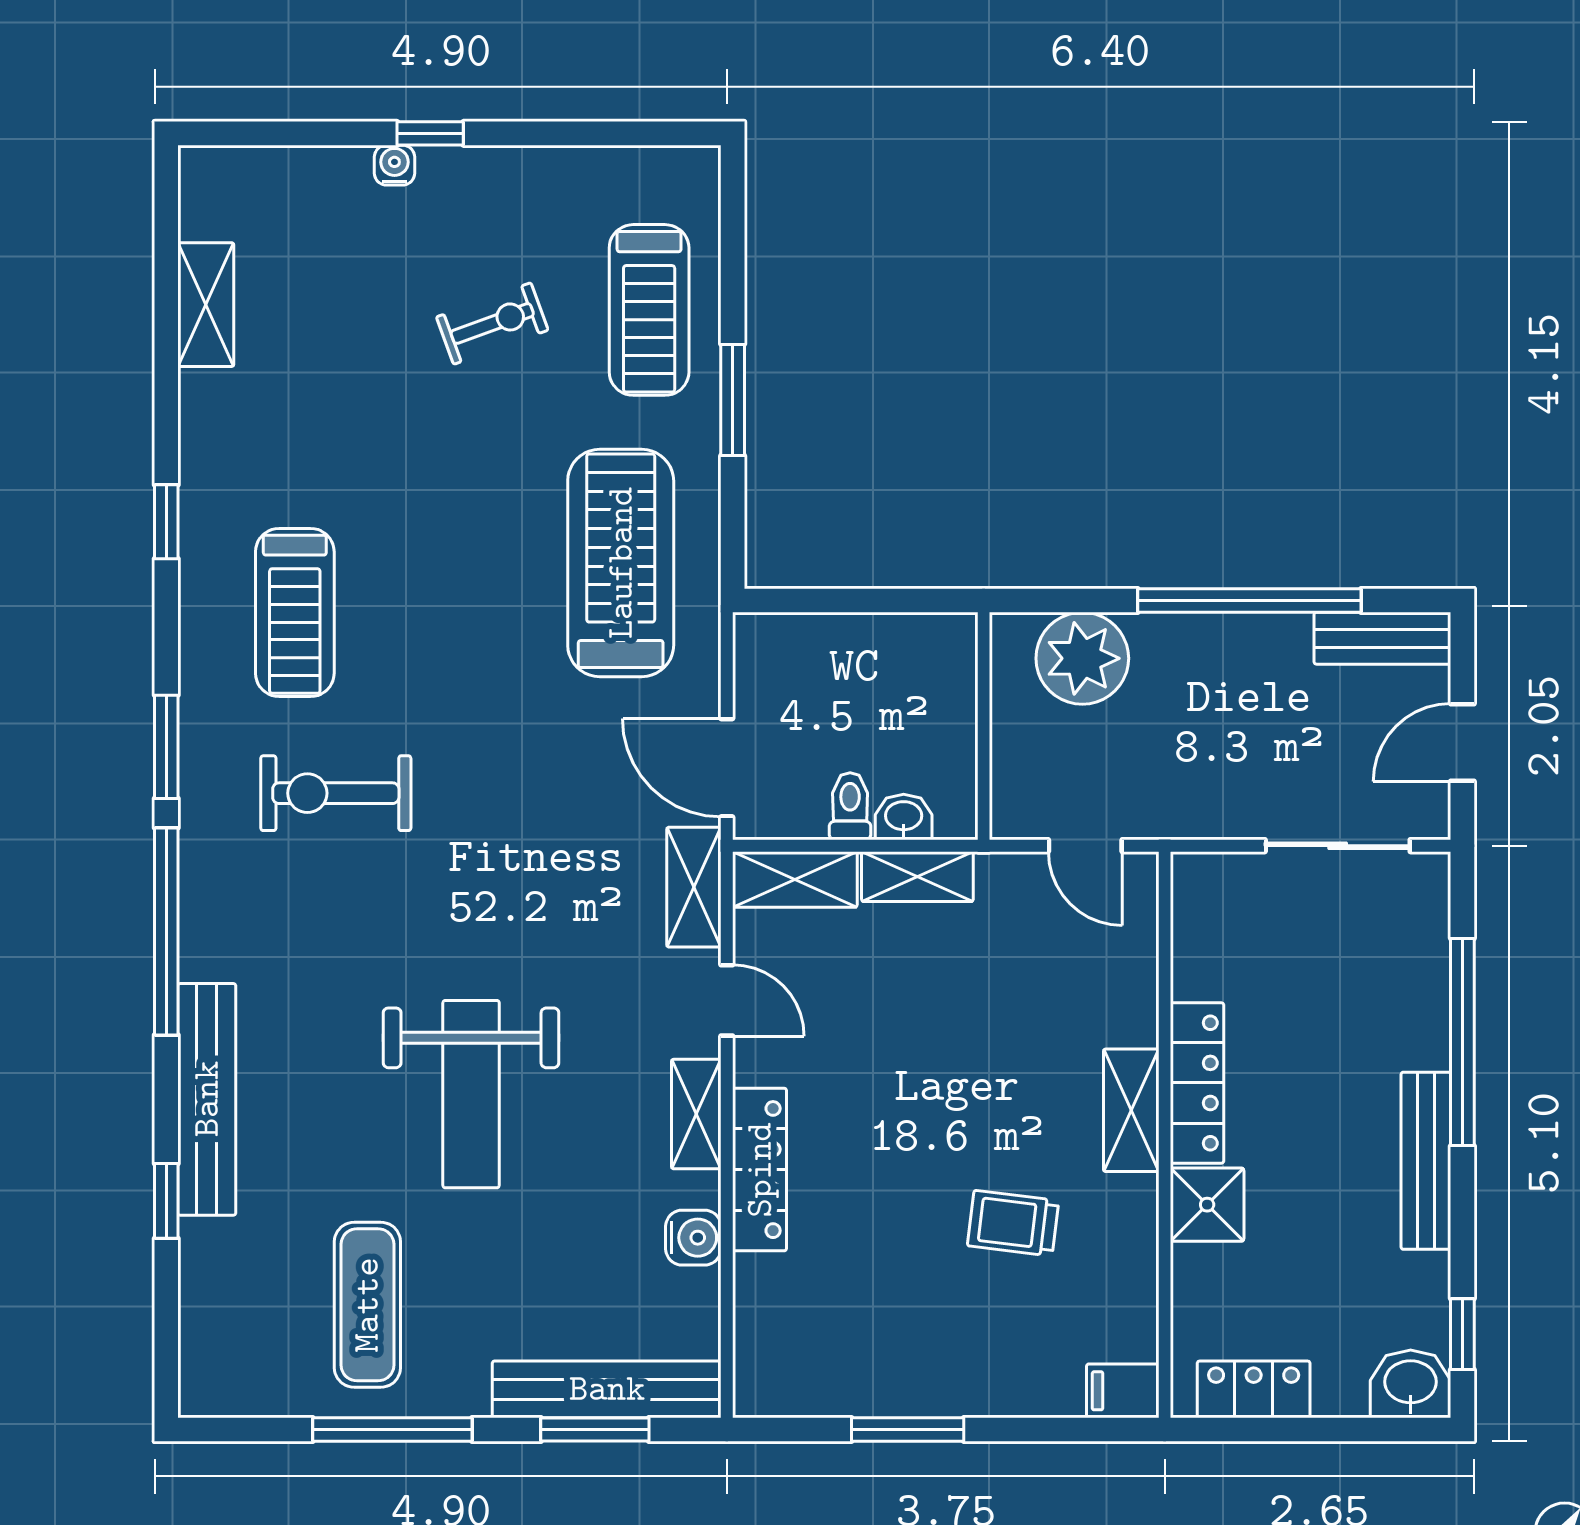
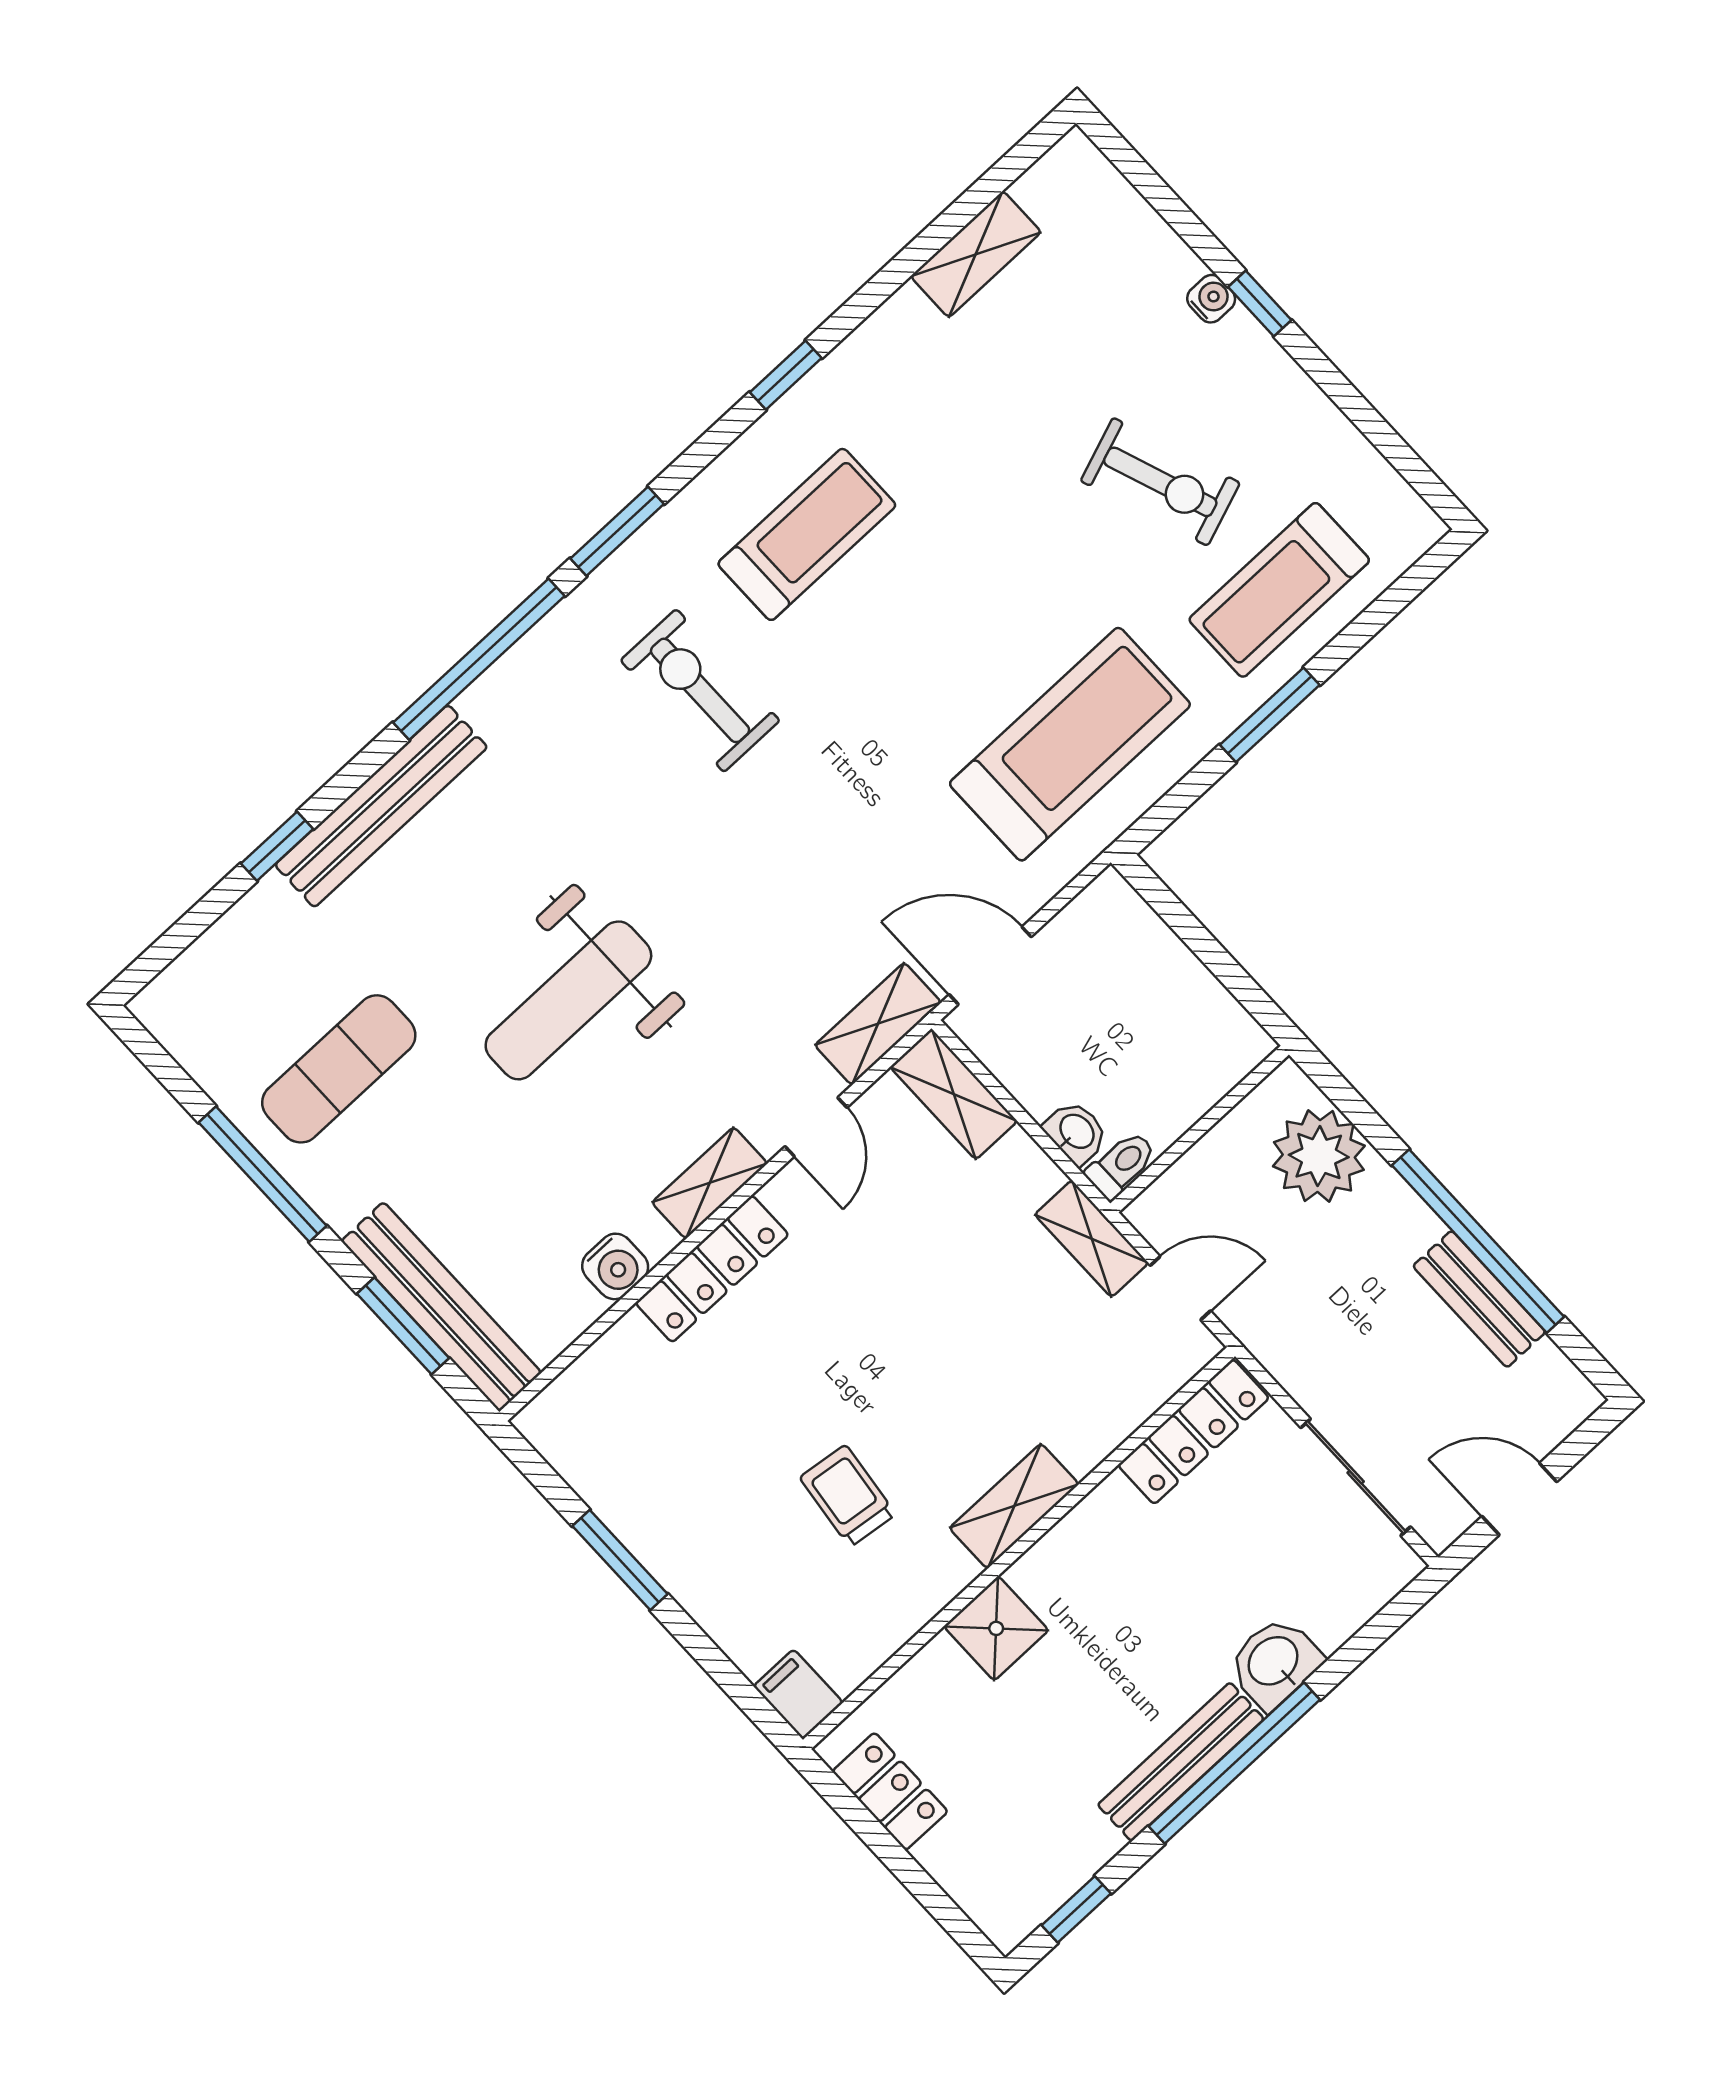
exercise bike: (492, 324) -> (1160, 482), width x1.38, depth x1.39
treadmill: (295, 613) -> (807, 534), turned 180
bench: (1382, 638) -> (1479, 1299), moved
door: (727, 768) -> (990, 966), hinge flipped
toilet: (850, 806) -> (1121, 1165), moved
door: (1085, 846) -> (1180, 1288), swing flipped
shelving: (917, 877) -> (1092, 1239), moved
window: (1462, 1042) -> (1234, 1763), moved
locker: (1197, 1083) -> (1194, 1432), moved
washbasin: (1411, 1384) -> (1274, 1662), moved, turned -90

